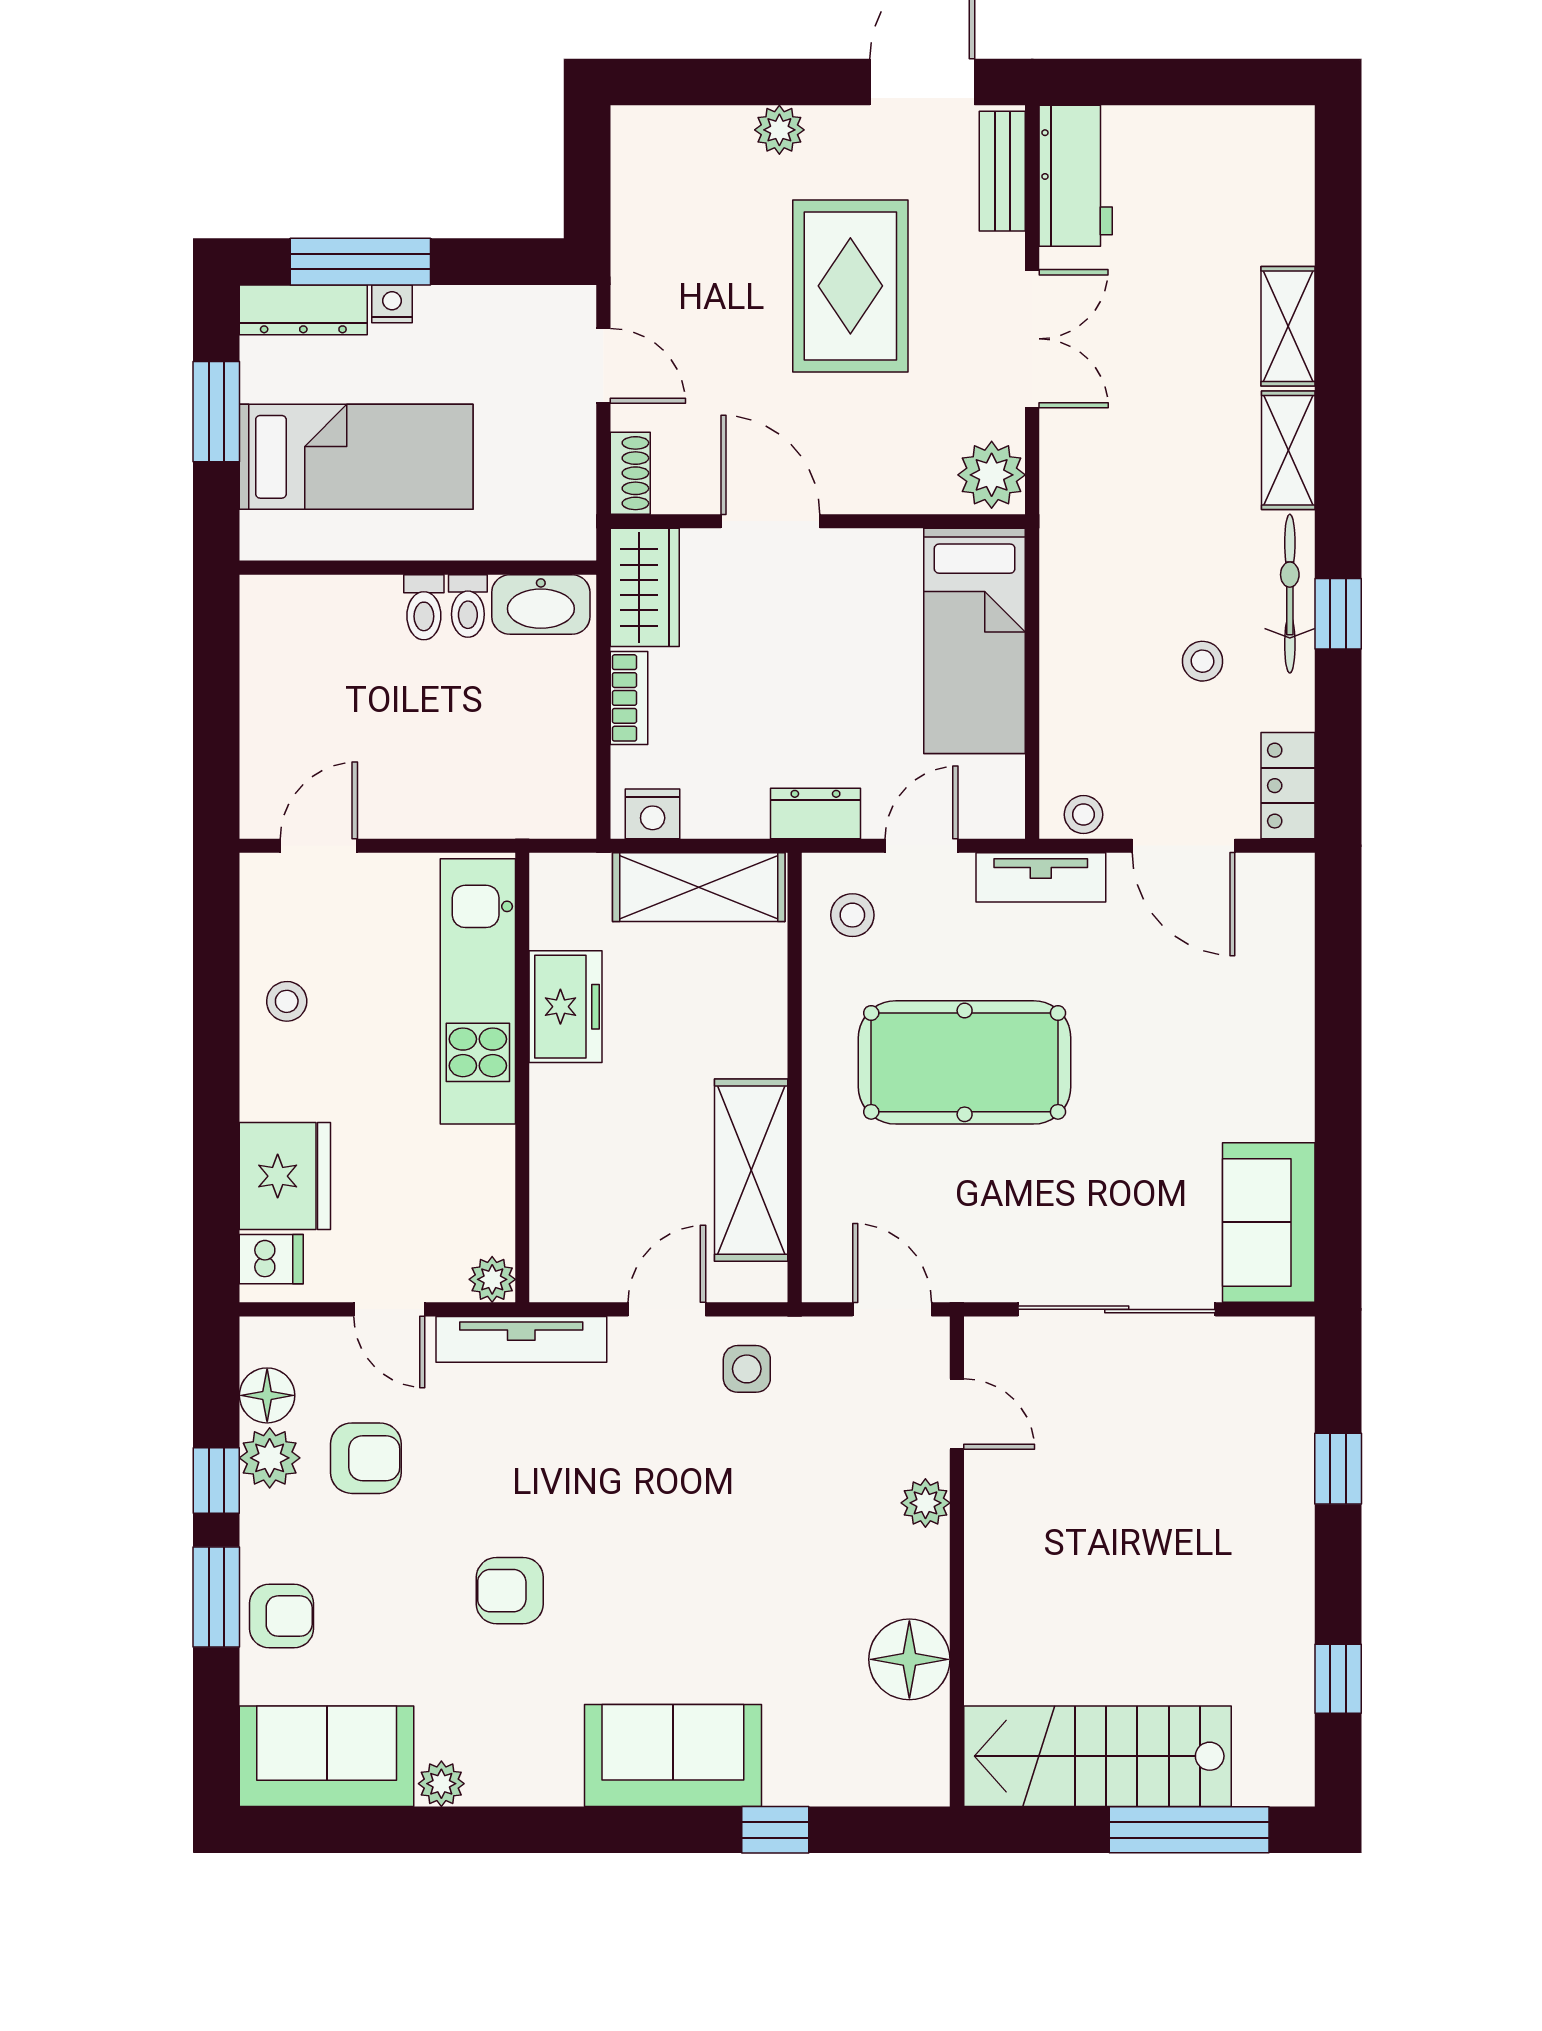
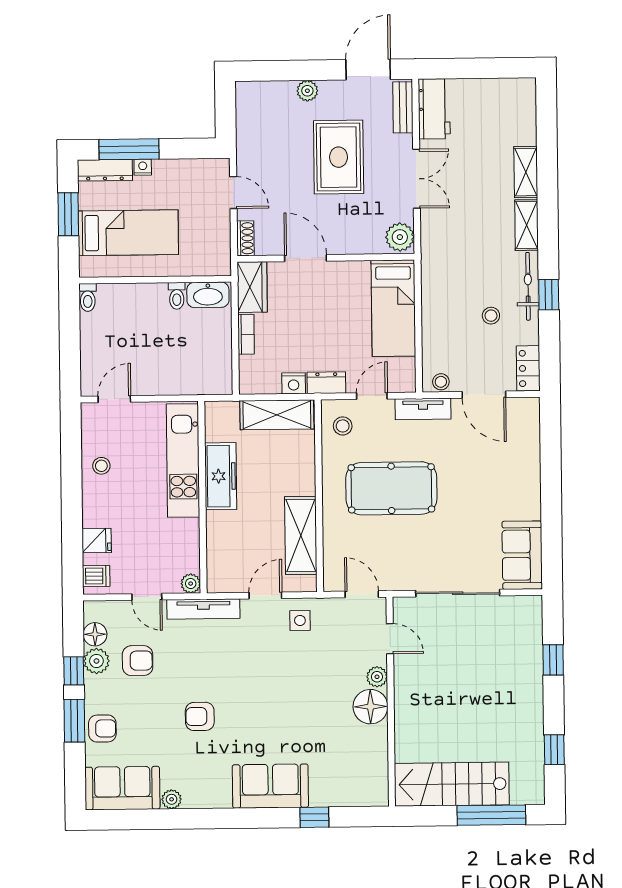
toilet: (424, 607) -> (88, 298), moved
nightstand: (653, 814) -> (294, 383), moved
freezer: (566, 1007) -> (221, 476), width x1.40
fridge: (285, 1176) -> (97, 540), width x0.53, depth x0.75
floor lamp: (909, 1659) -> (370, 707), moved

